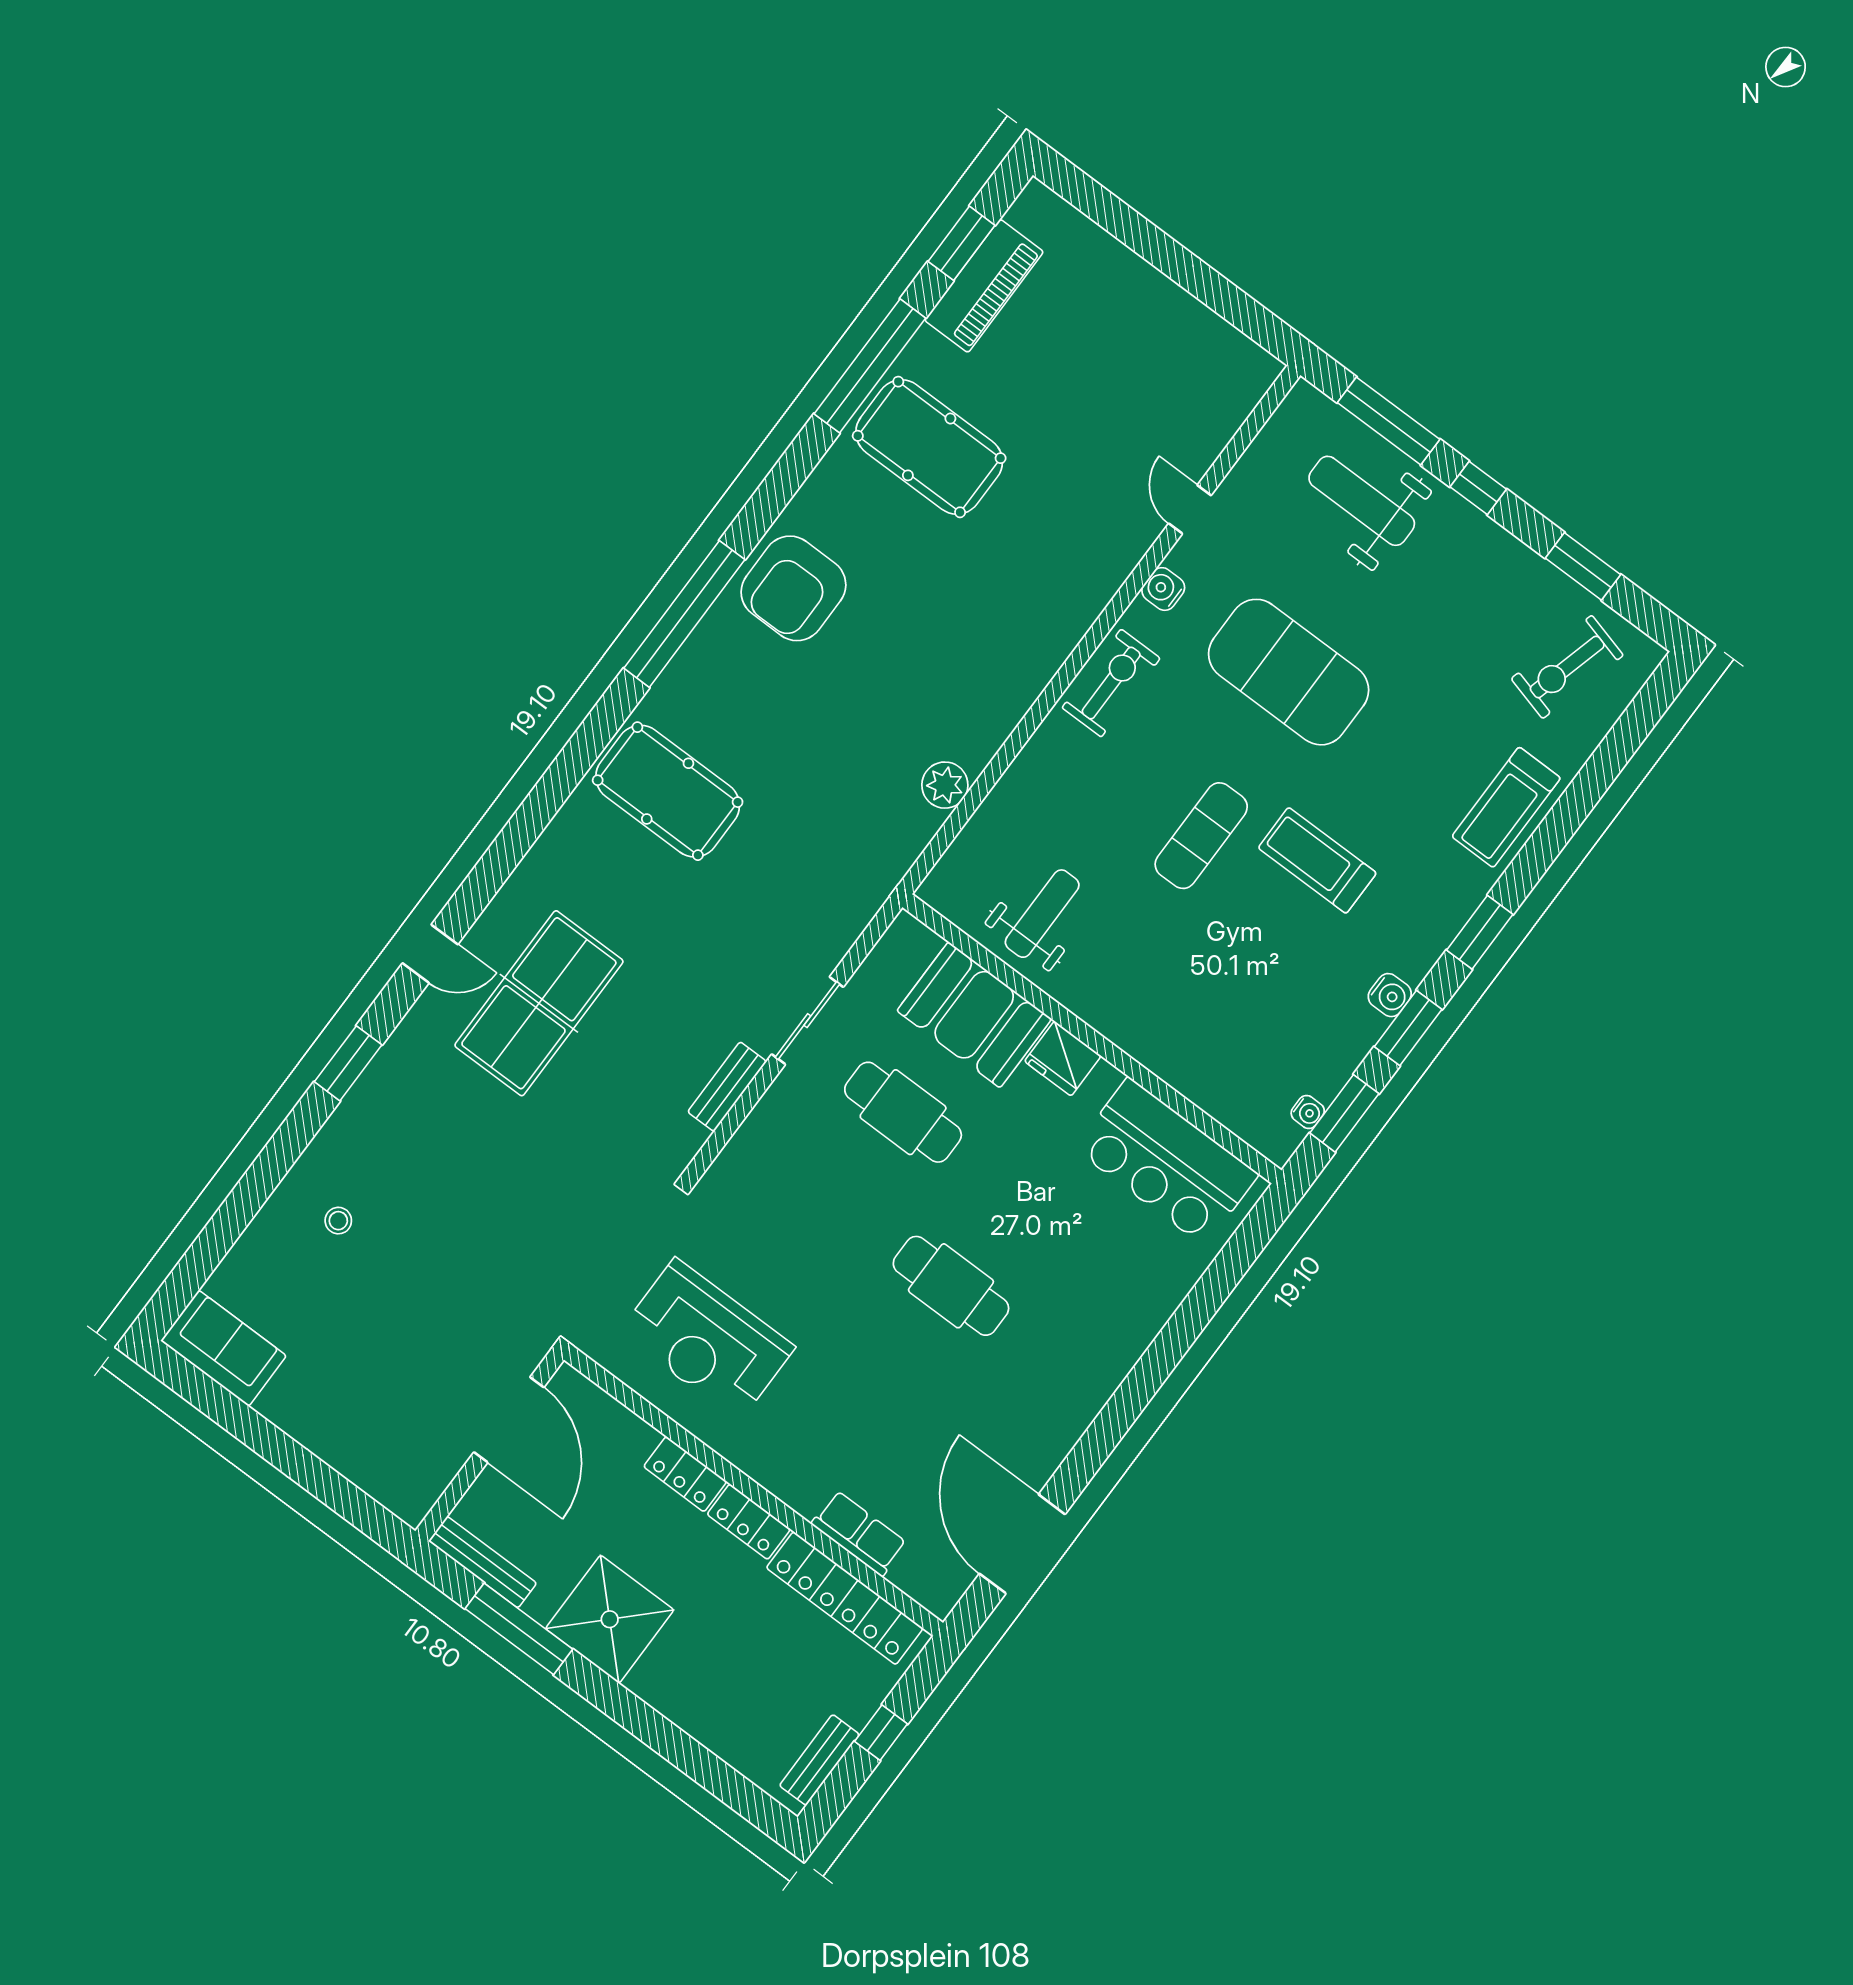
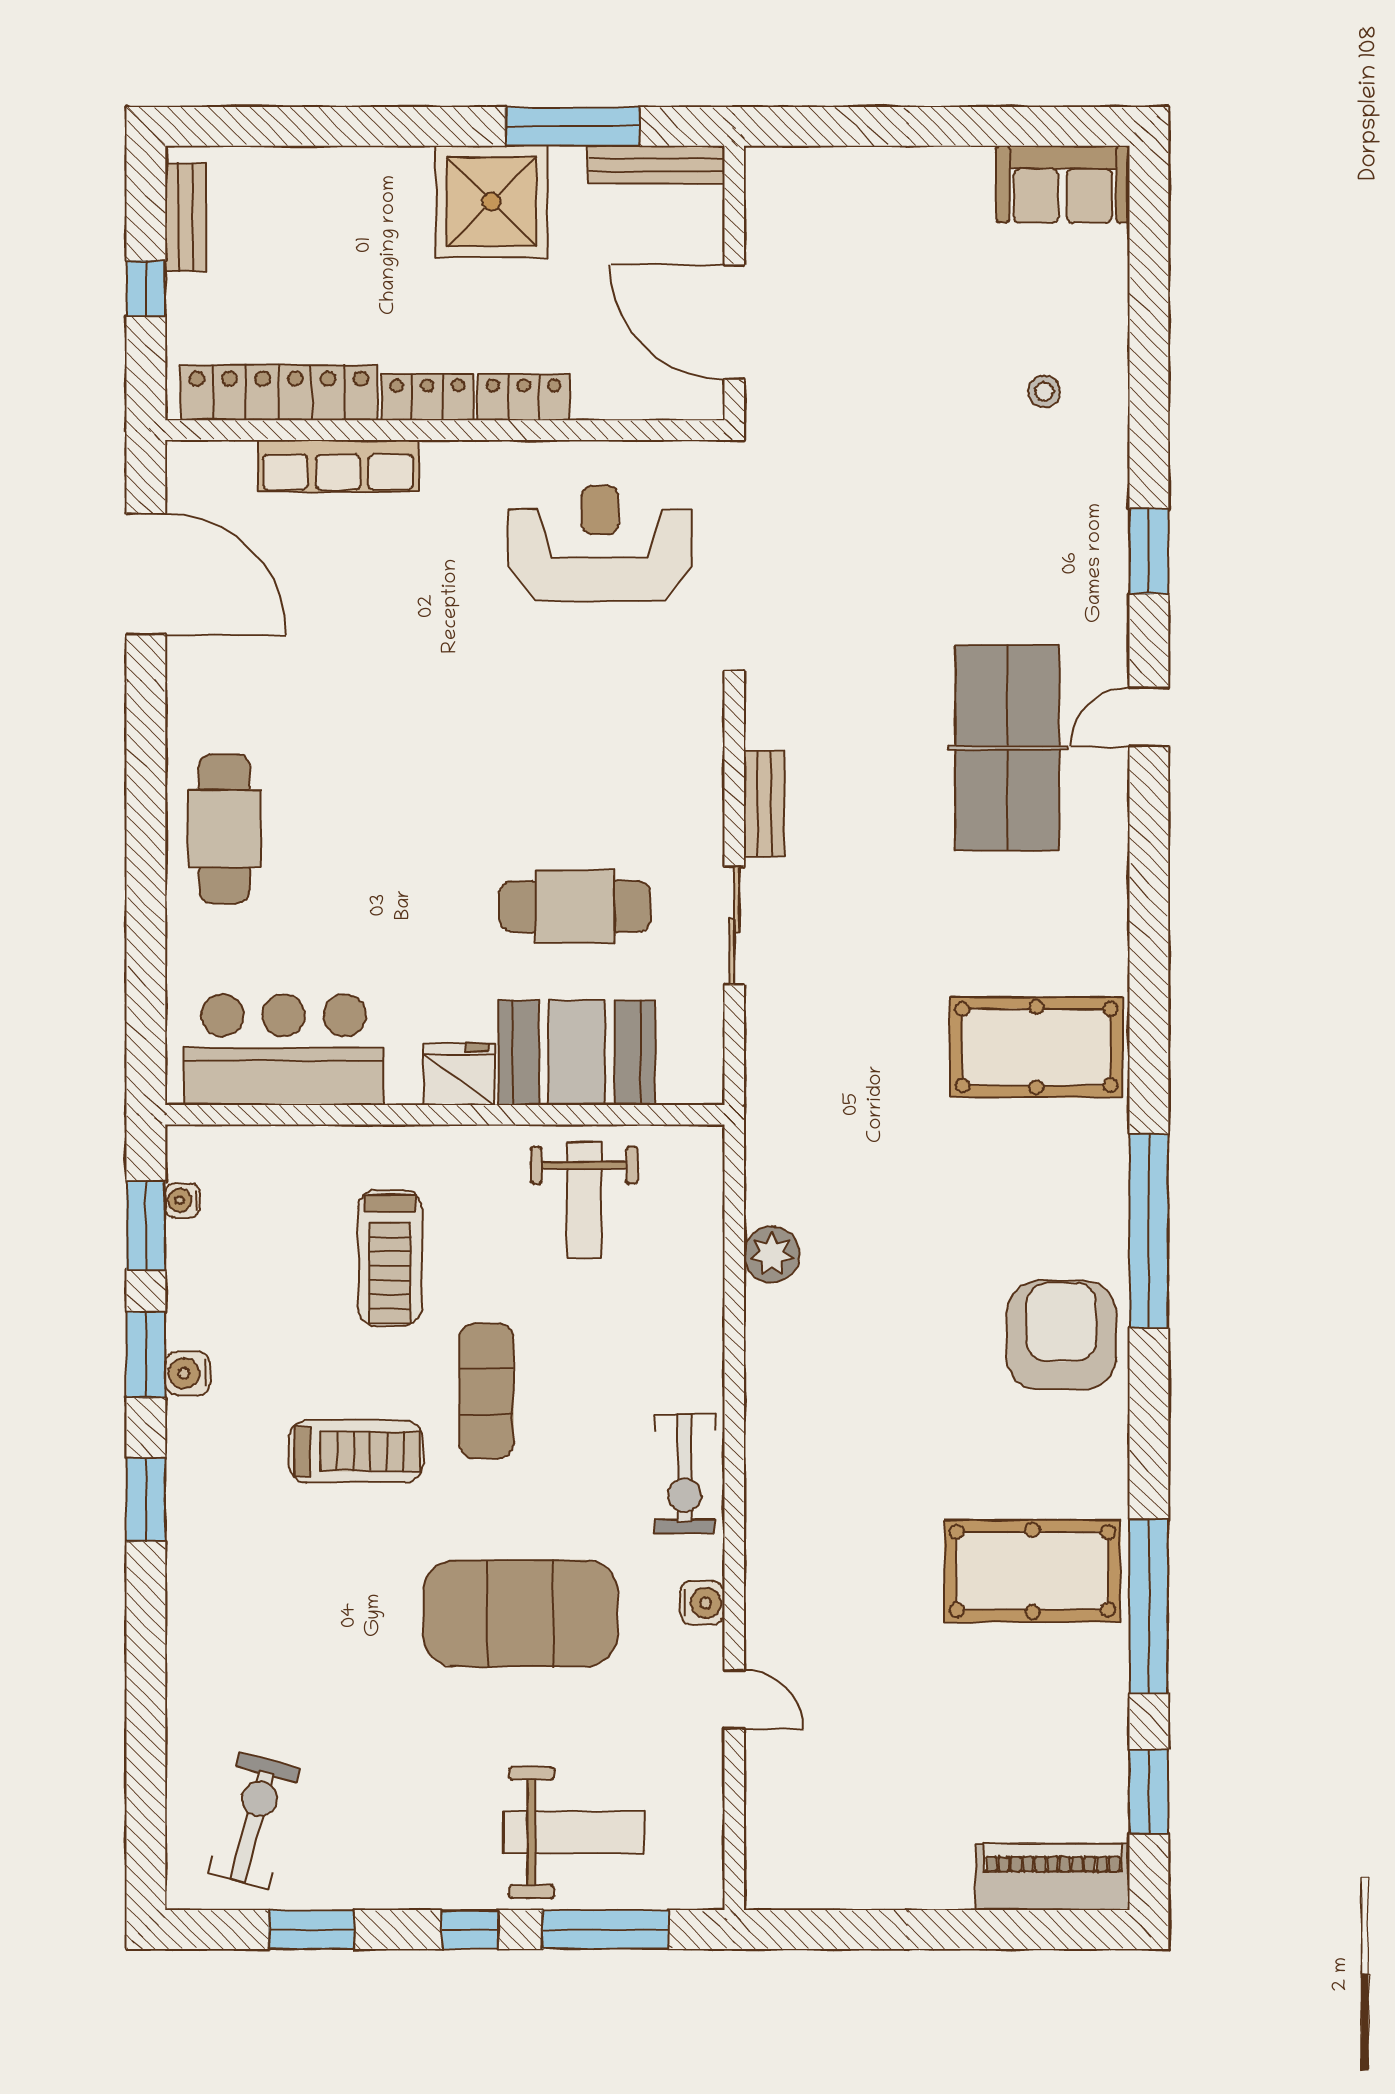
piano: (984, 286) -> (1053, 1877), moved, turned 90
treadmill: (1506, 807) -> (390, 1258), moved, turned 180
cafe table: (951, 1286) -> (225, 829), moved, turned 90
row of seats: (859, 1533) -> (338, 466), width x1.48

